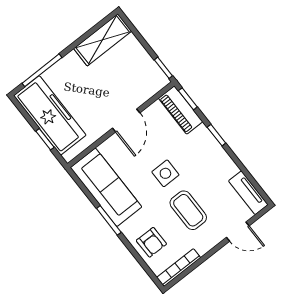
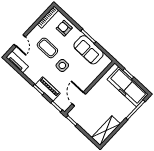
piano: (181, 110) -> (48, 89), moved
door: (126, 120) -> (79, 99), moved
sofa: (106, 187) -> (89, 50), width x0.73
door: (238, 232) -> (20, 41), swing flipped

